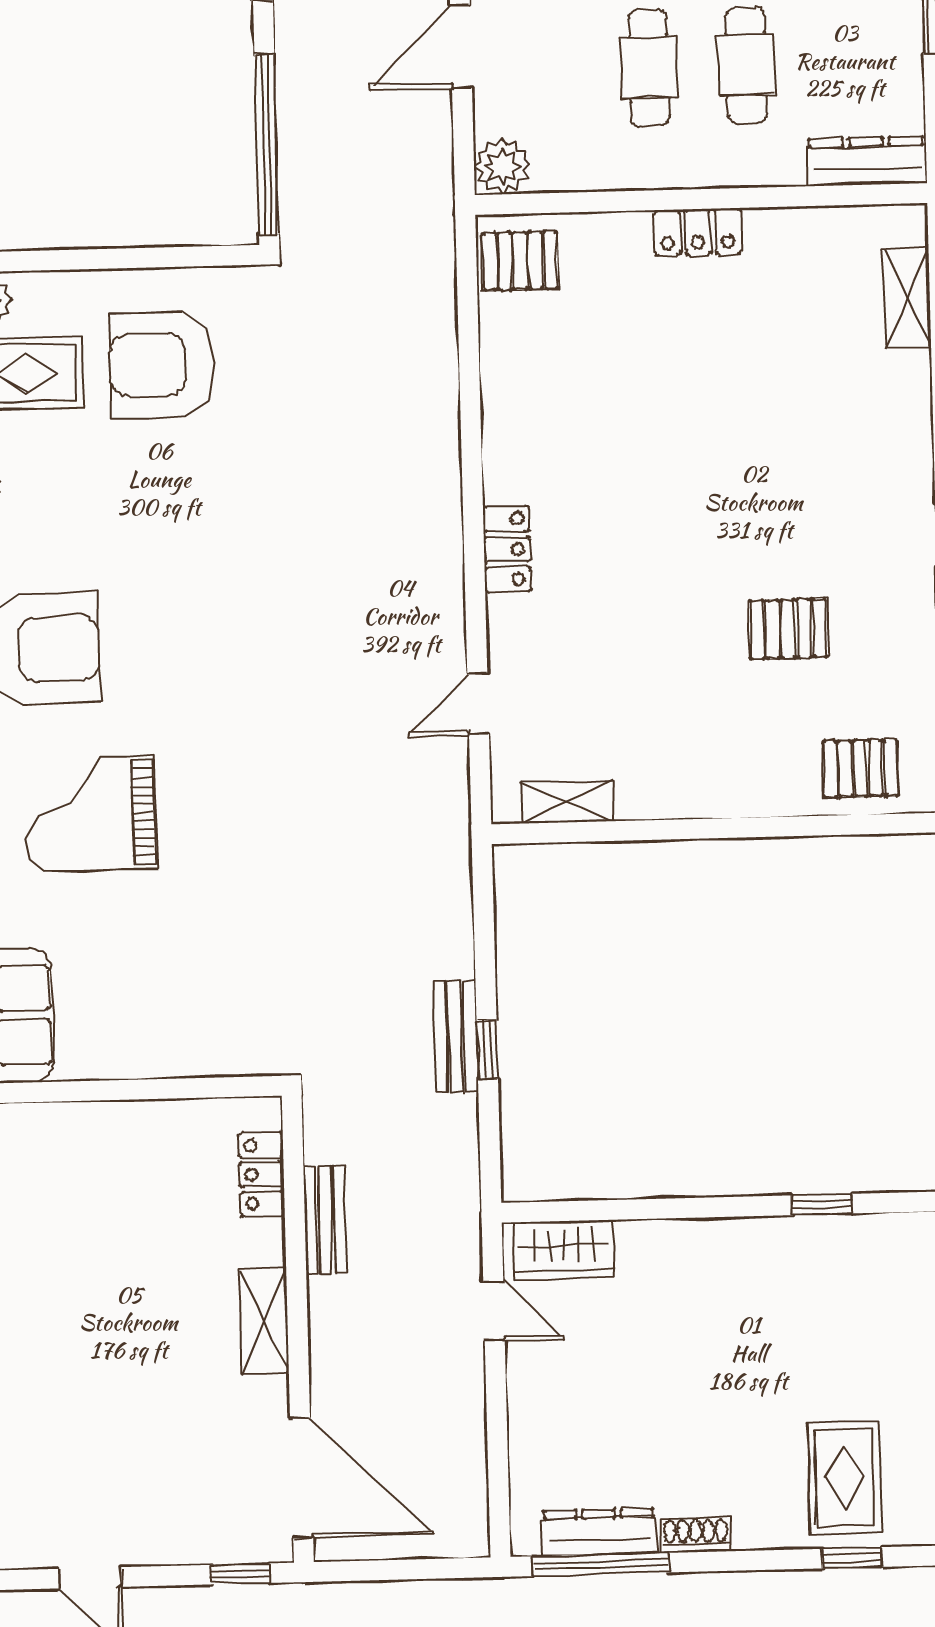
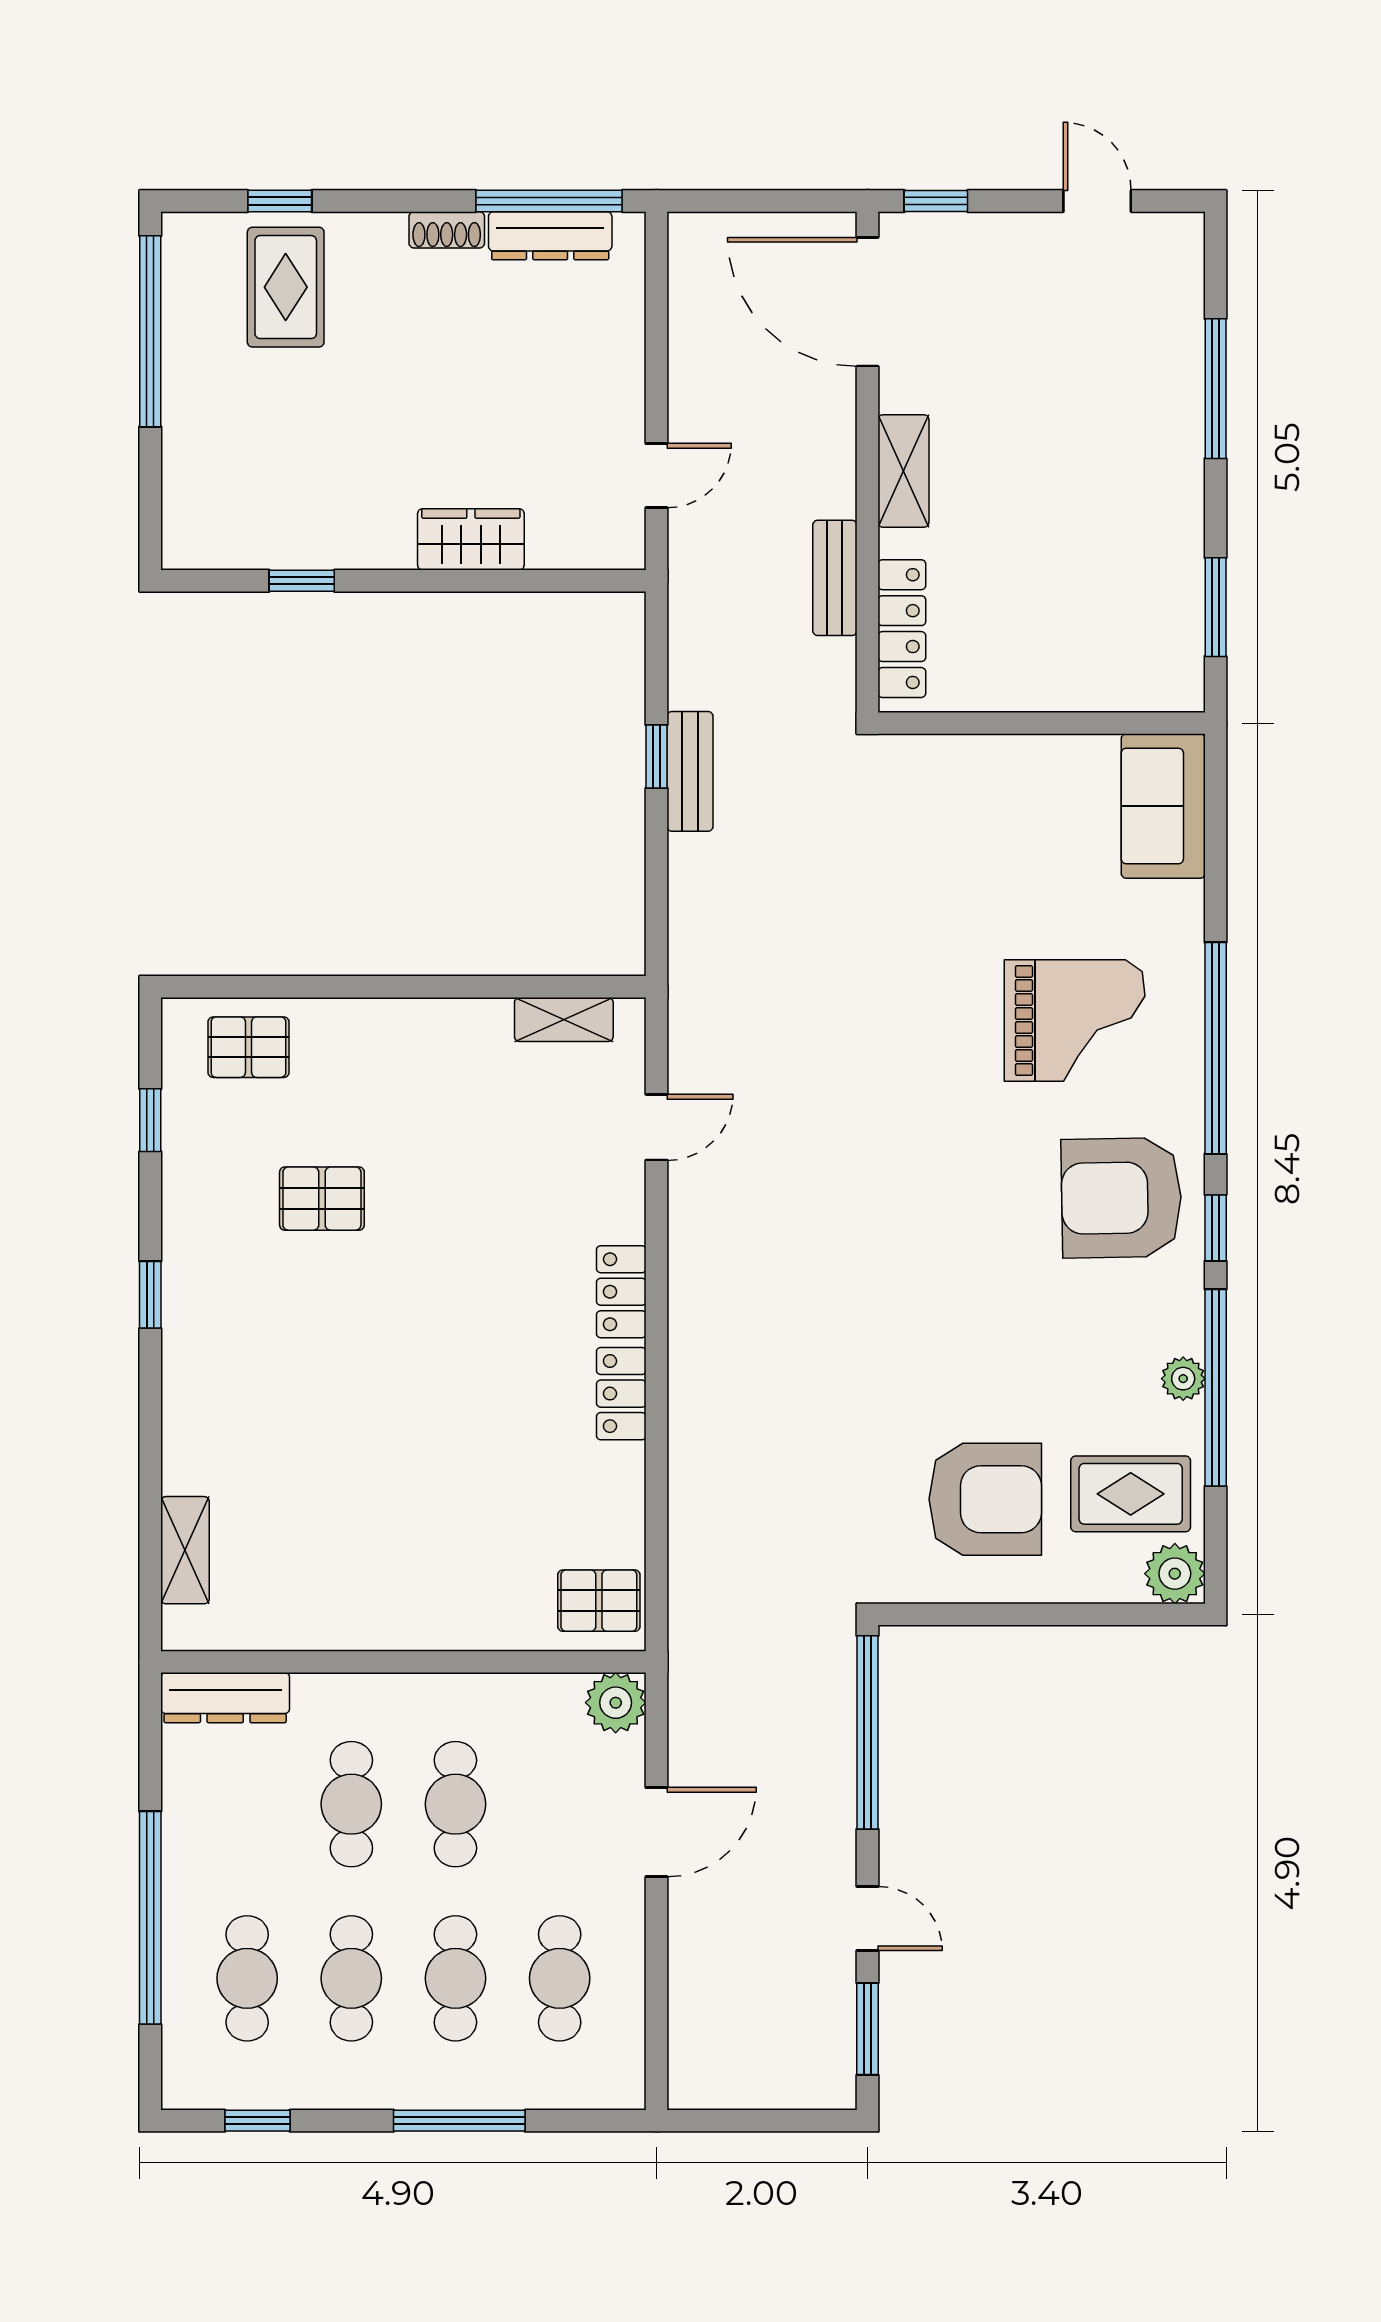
locker: (698, 232) -> (621, 1394), moved, turned -90
locker: (262, 1174) -> (902, 629), width x1.53
wardrobe: (564, 1250) -> (471, 539), moved
door: (494, 1311) -> (657, 476), swing flipped

